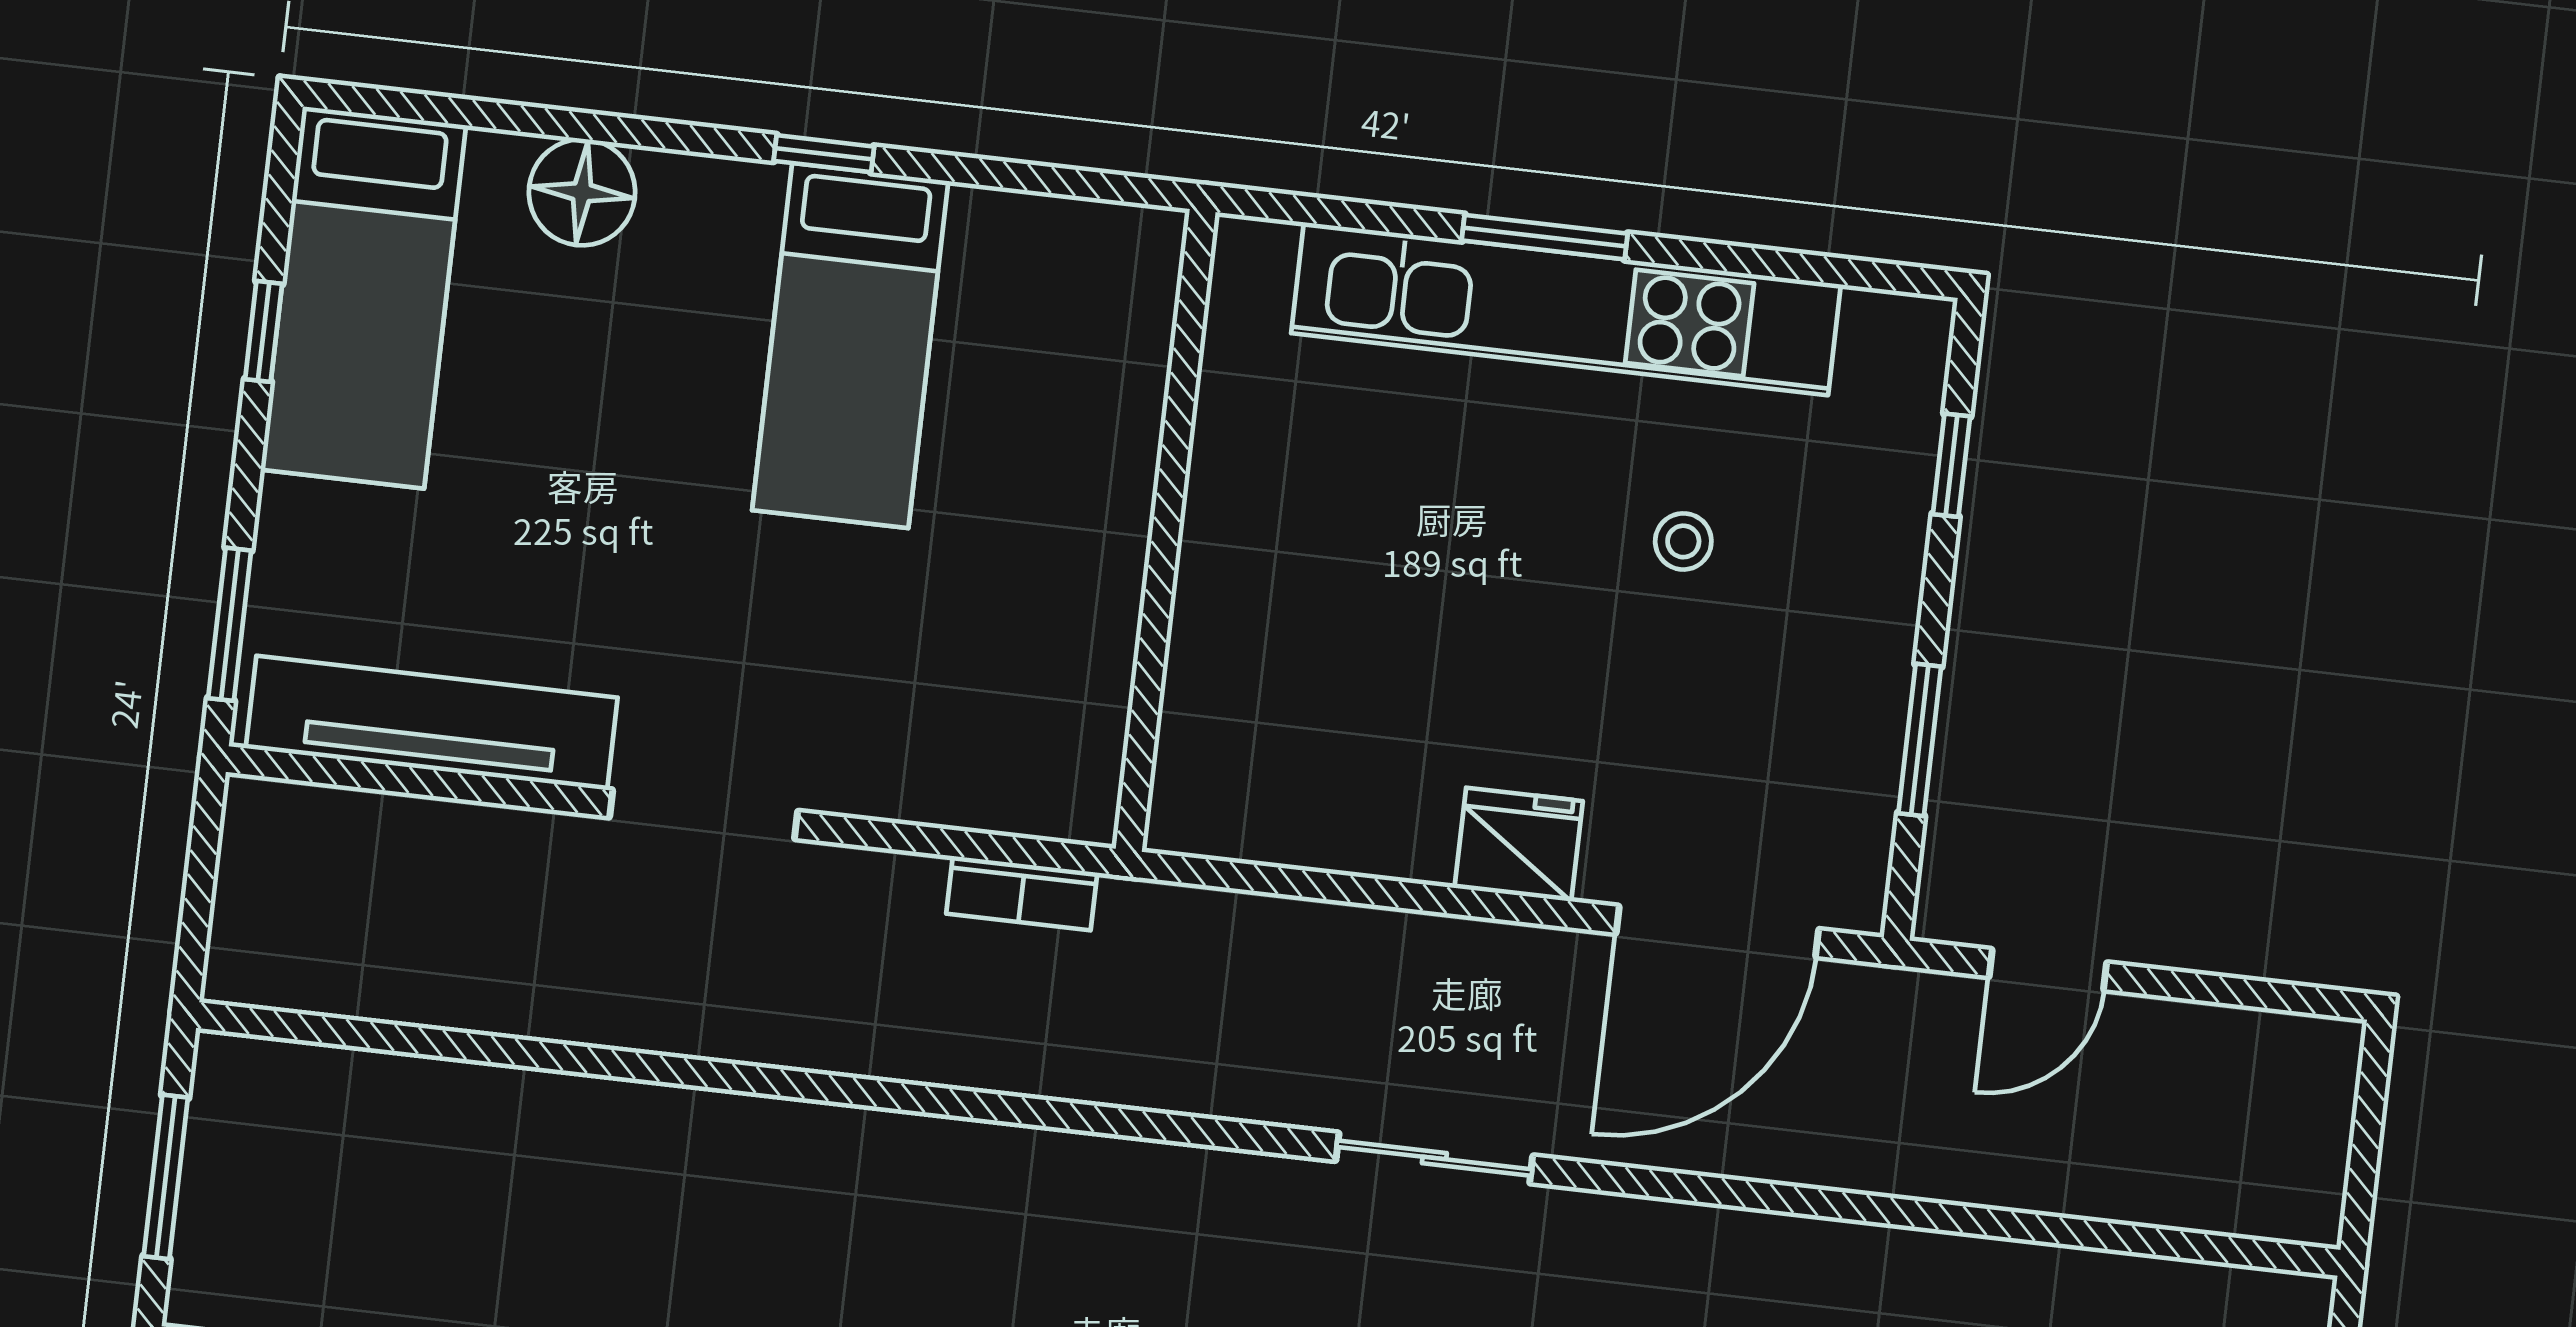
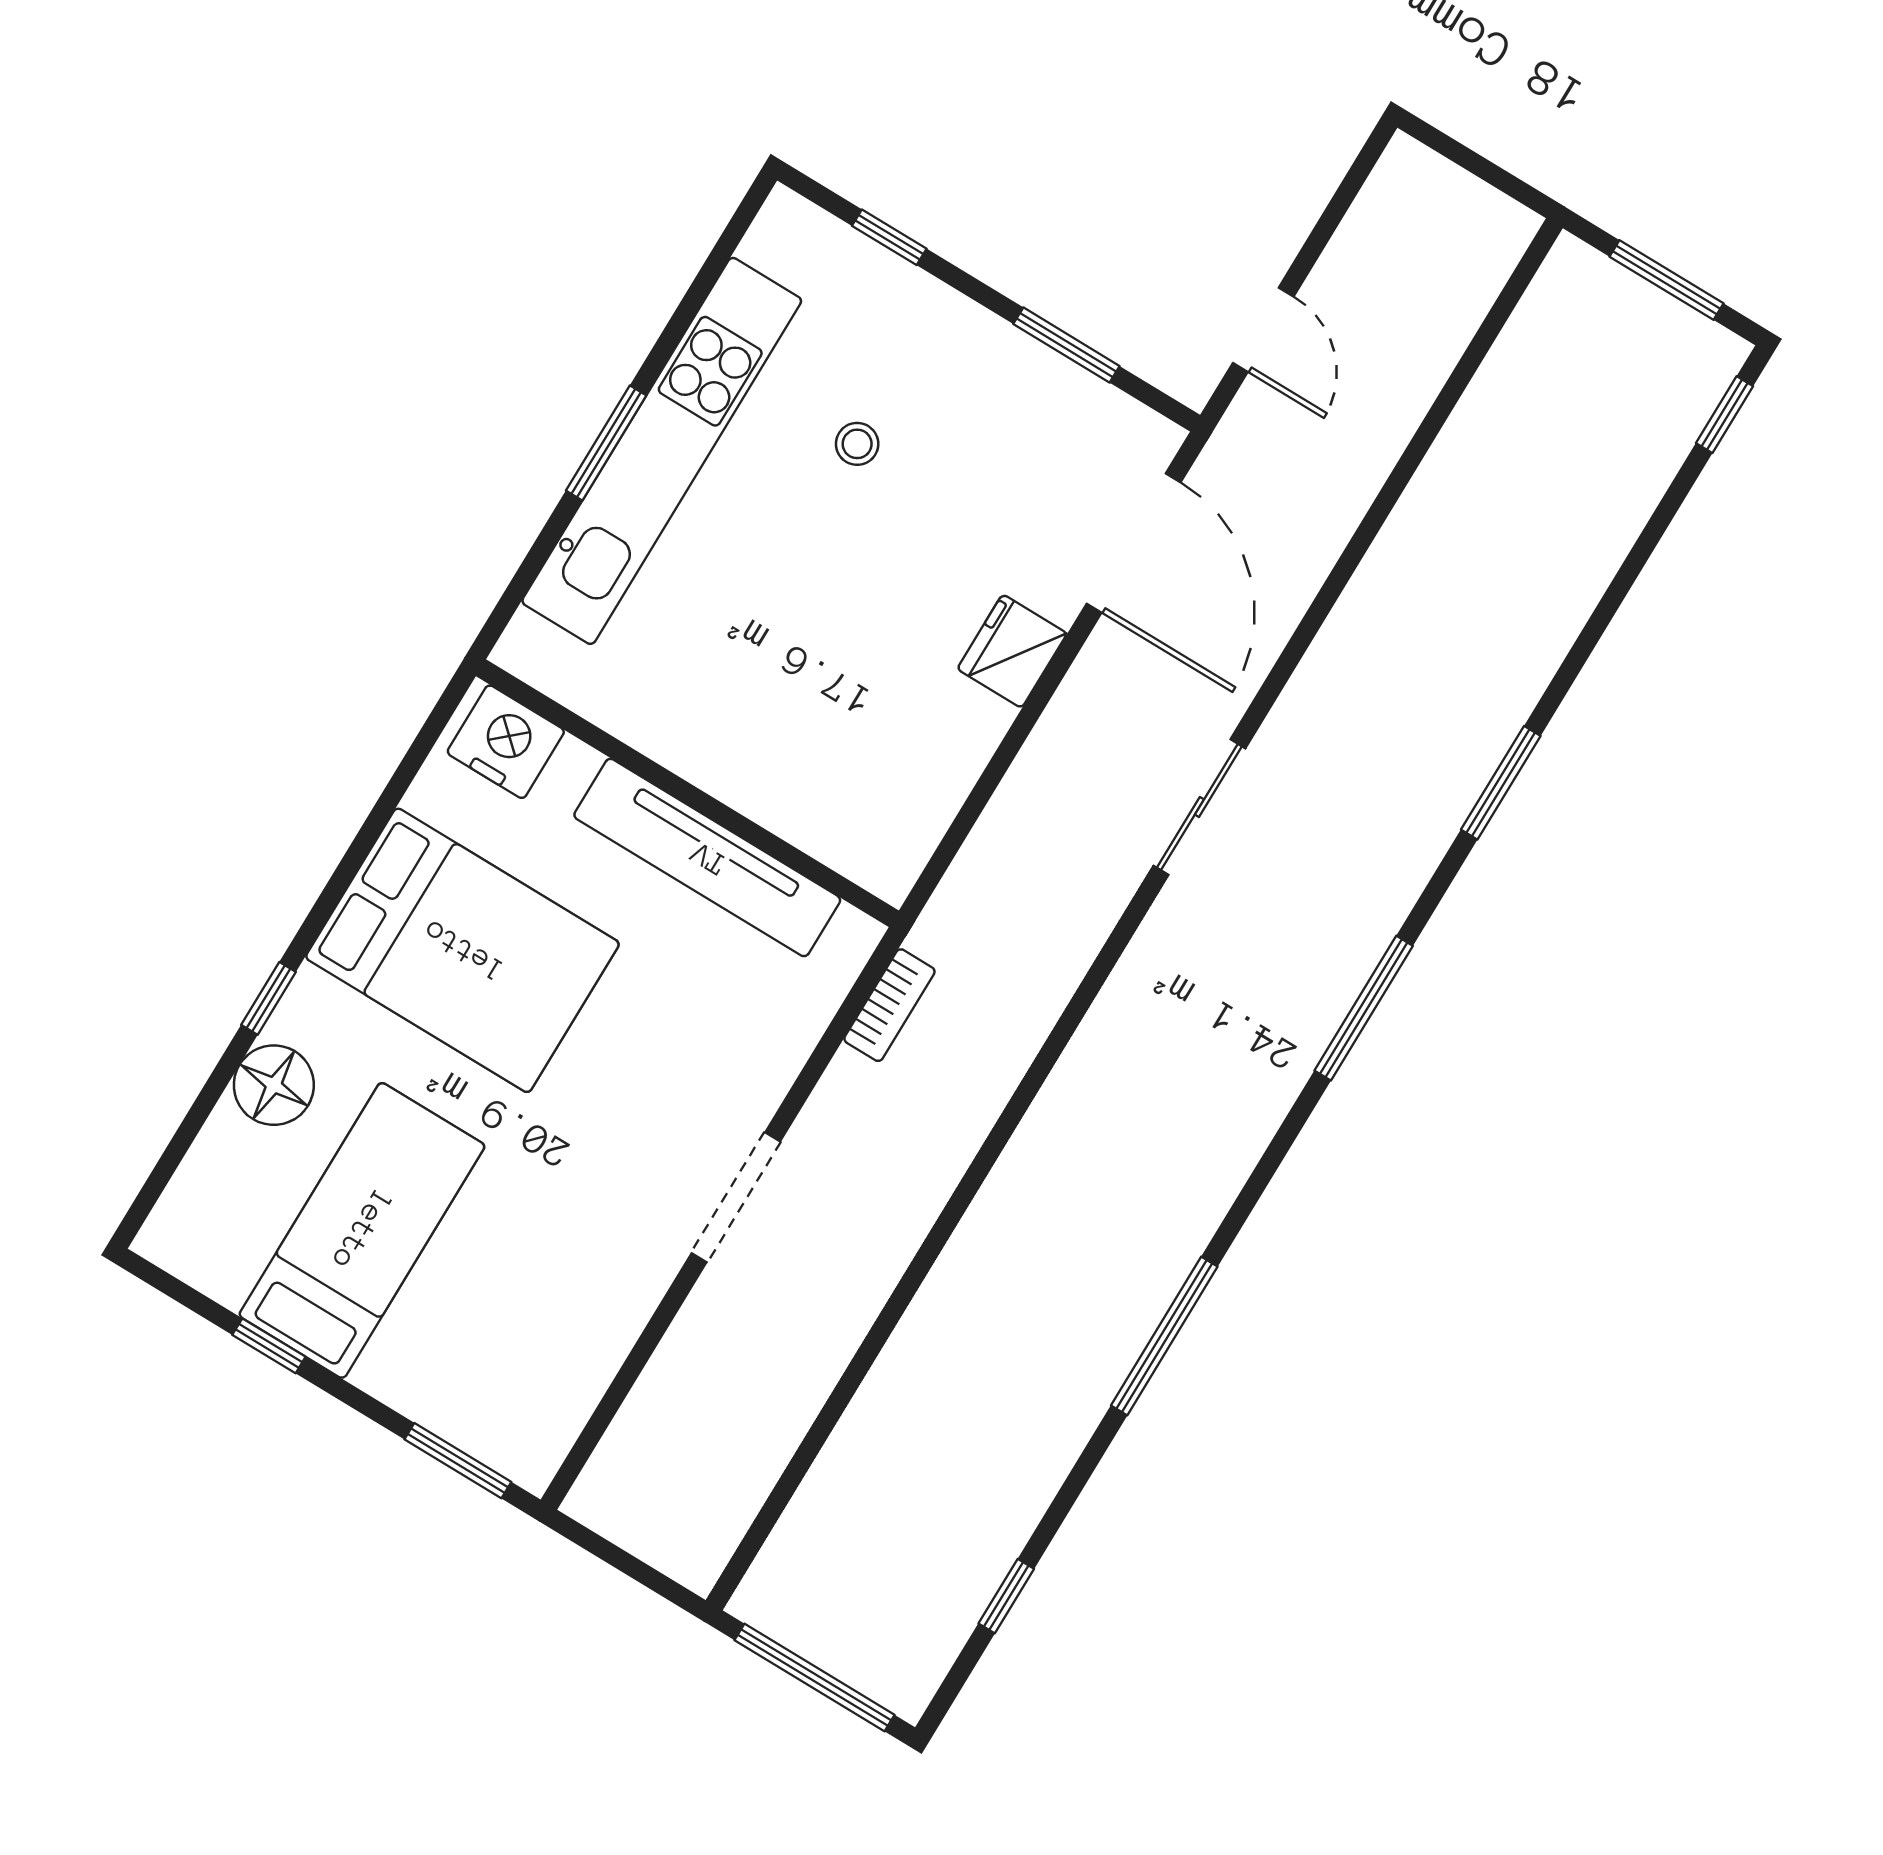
window: (824, 154) -> (268, 998), moved
nightstand: (1127, 282) -> (506, 742), added
bed: (363, 297) -> (362, 1230), moved, turned -90
bed: (850, 346) -> (462, 950), width x1.50
tv unit: (432, 723) -> (707, 858), moved, turned -90
window: (166, 1177) -> (815, 1677), width x1.44

